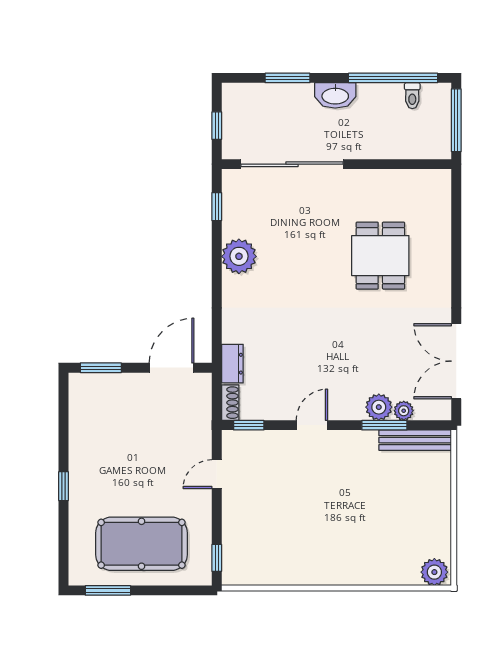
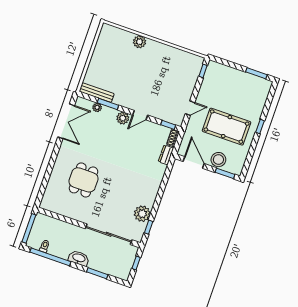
plant: (239, 256) -> (142, 214), moved
door: (172, 368) -> (194, 162), swing flipped
stool: (124, 391) -> (218, 160), added
plant: (379, 407) -> (123, 118), moved
pool table: (142, 544) -> (227, 127), moved
plant: (434, 572) -> (140, 42), moved

